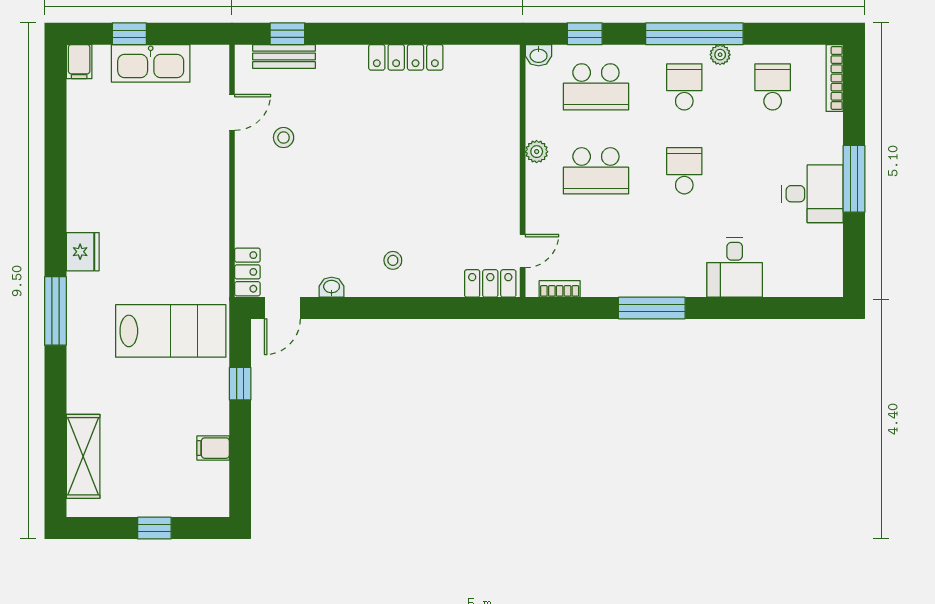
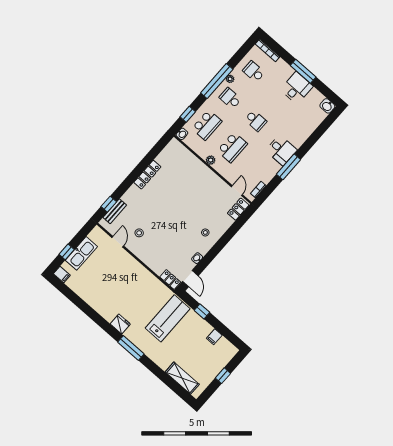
school desk: (684, 171) -> (256, 121), turned 180
desk: (735, 267) -> (281, 150), moved
washbasin: (829, 281) -> (327, 106), added

